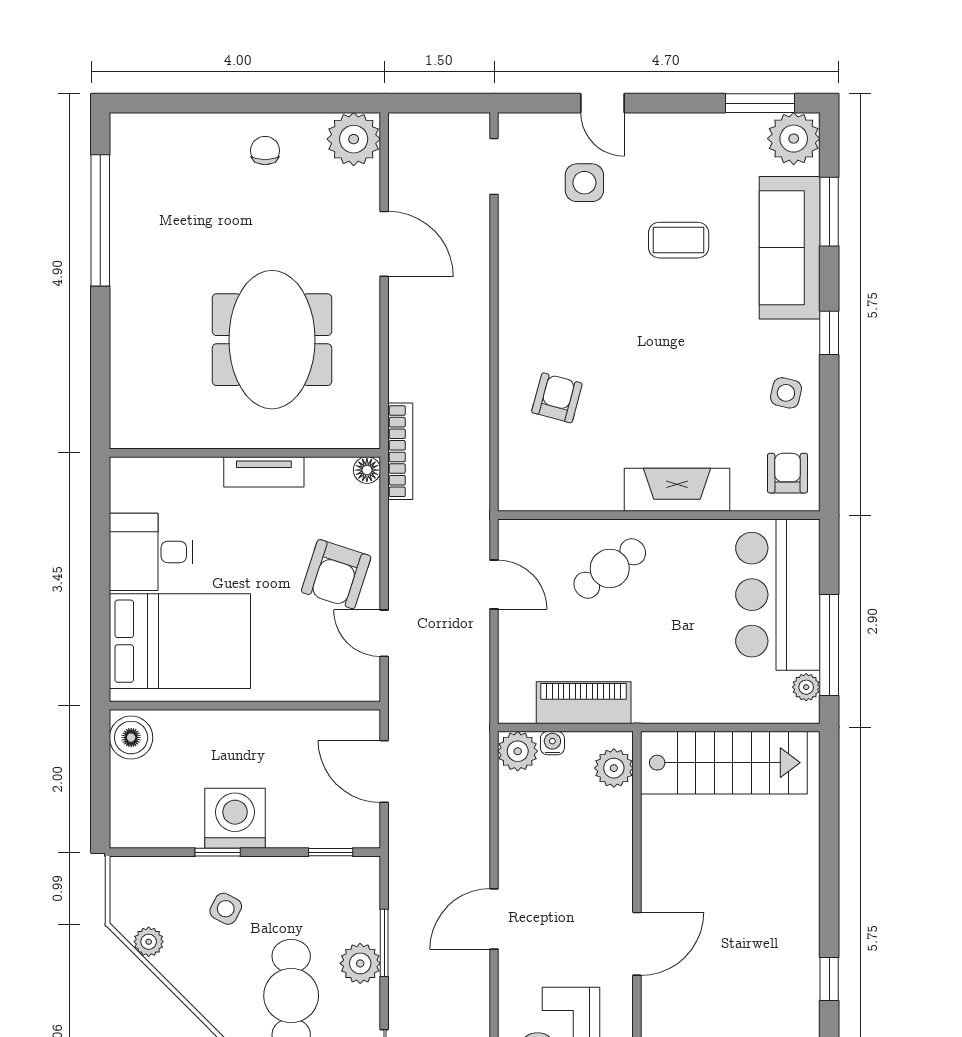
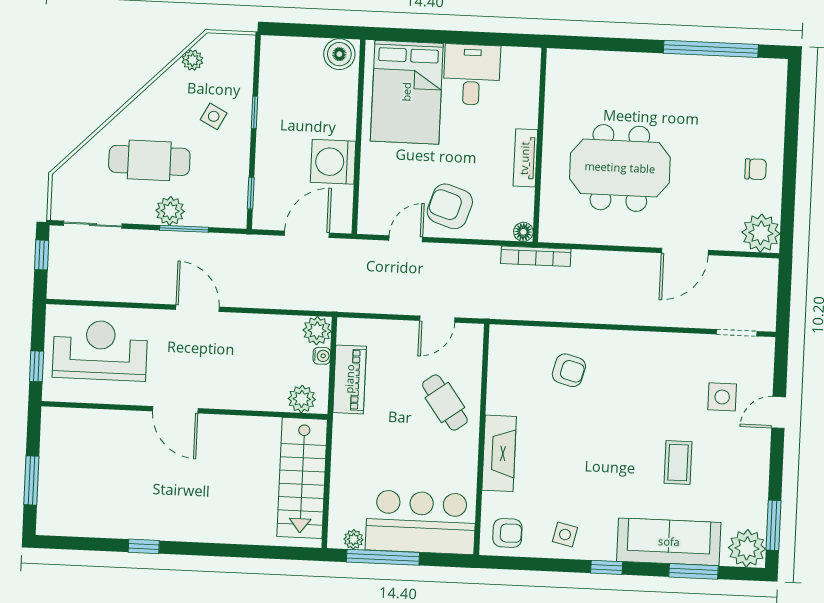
washing machine: (235, 818) -> (333, 162), moved, turned 180

